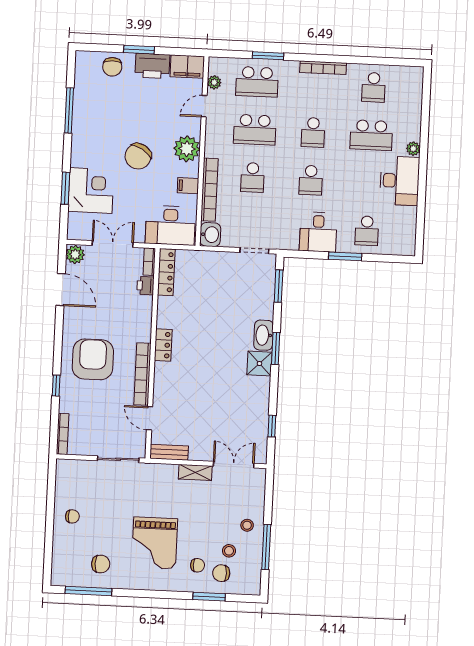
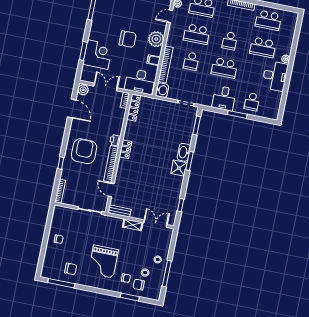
school desk: (374, 87) -> (268, 20), width x1.85
chair: (138, 156) -> (128, 39), turned -121
school desk: (311, 180) -> (224, 68), width x1.85
printer: (145, 286) -> (115, 140), moved

